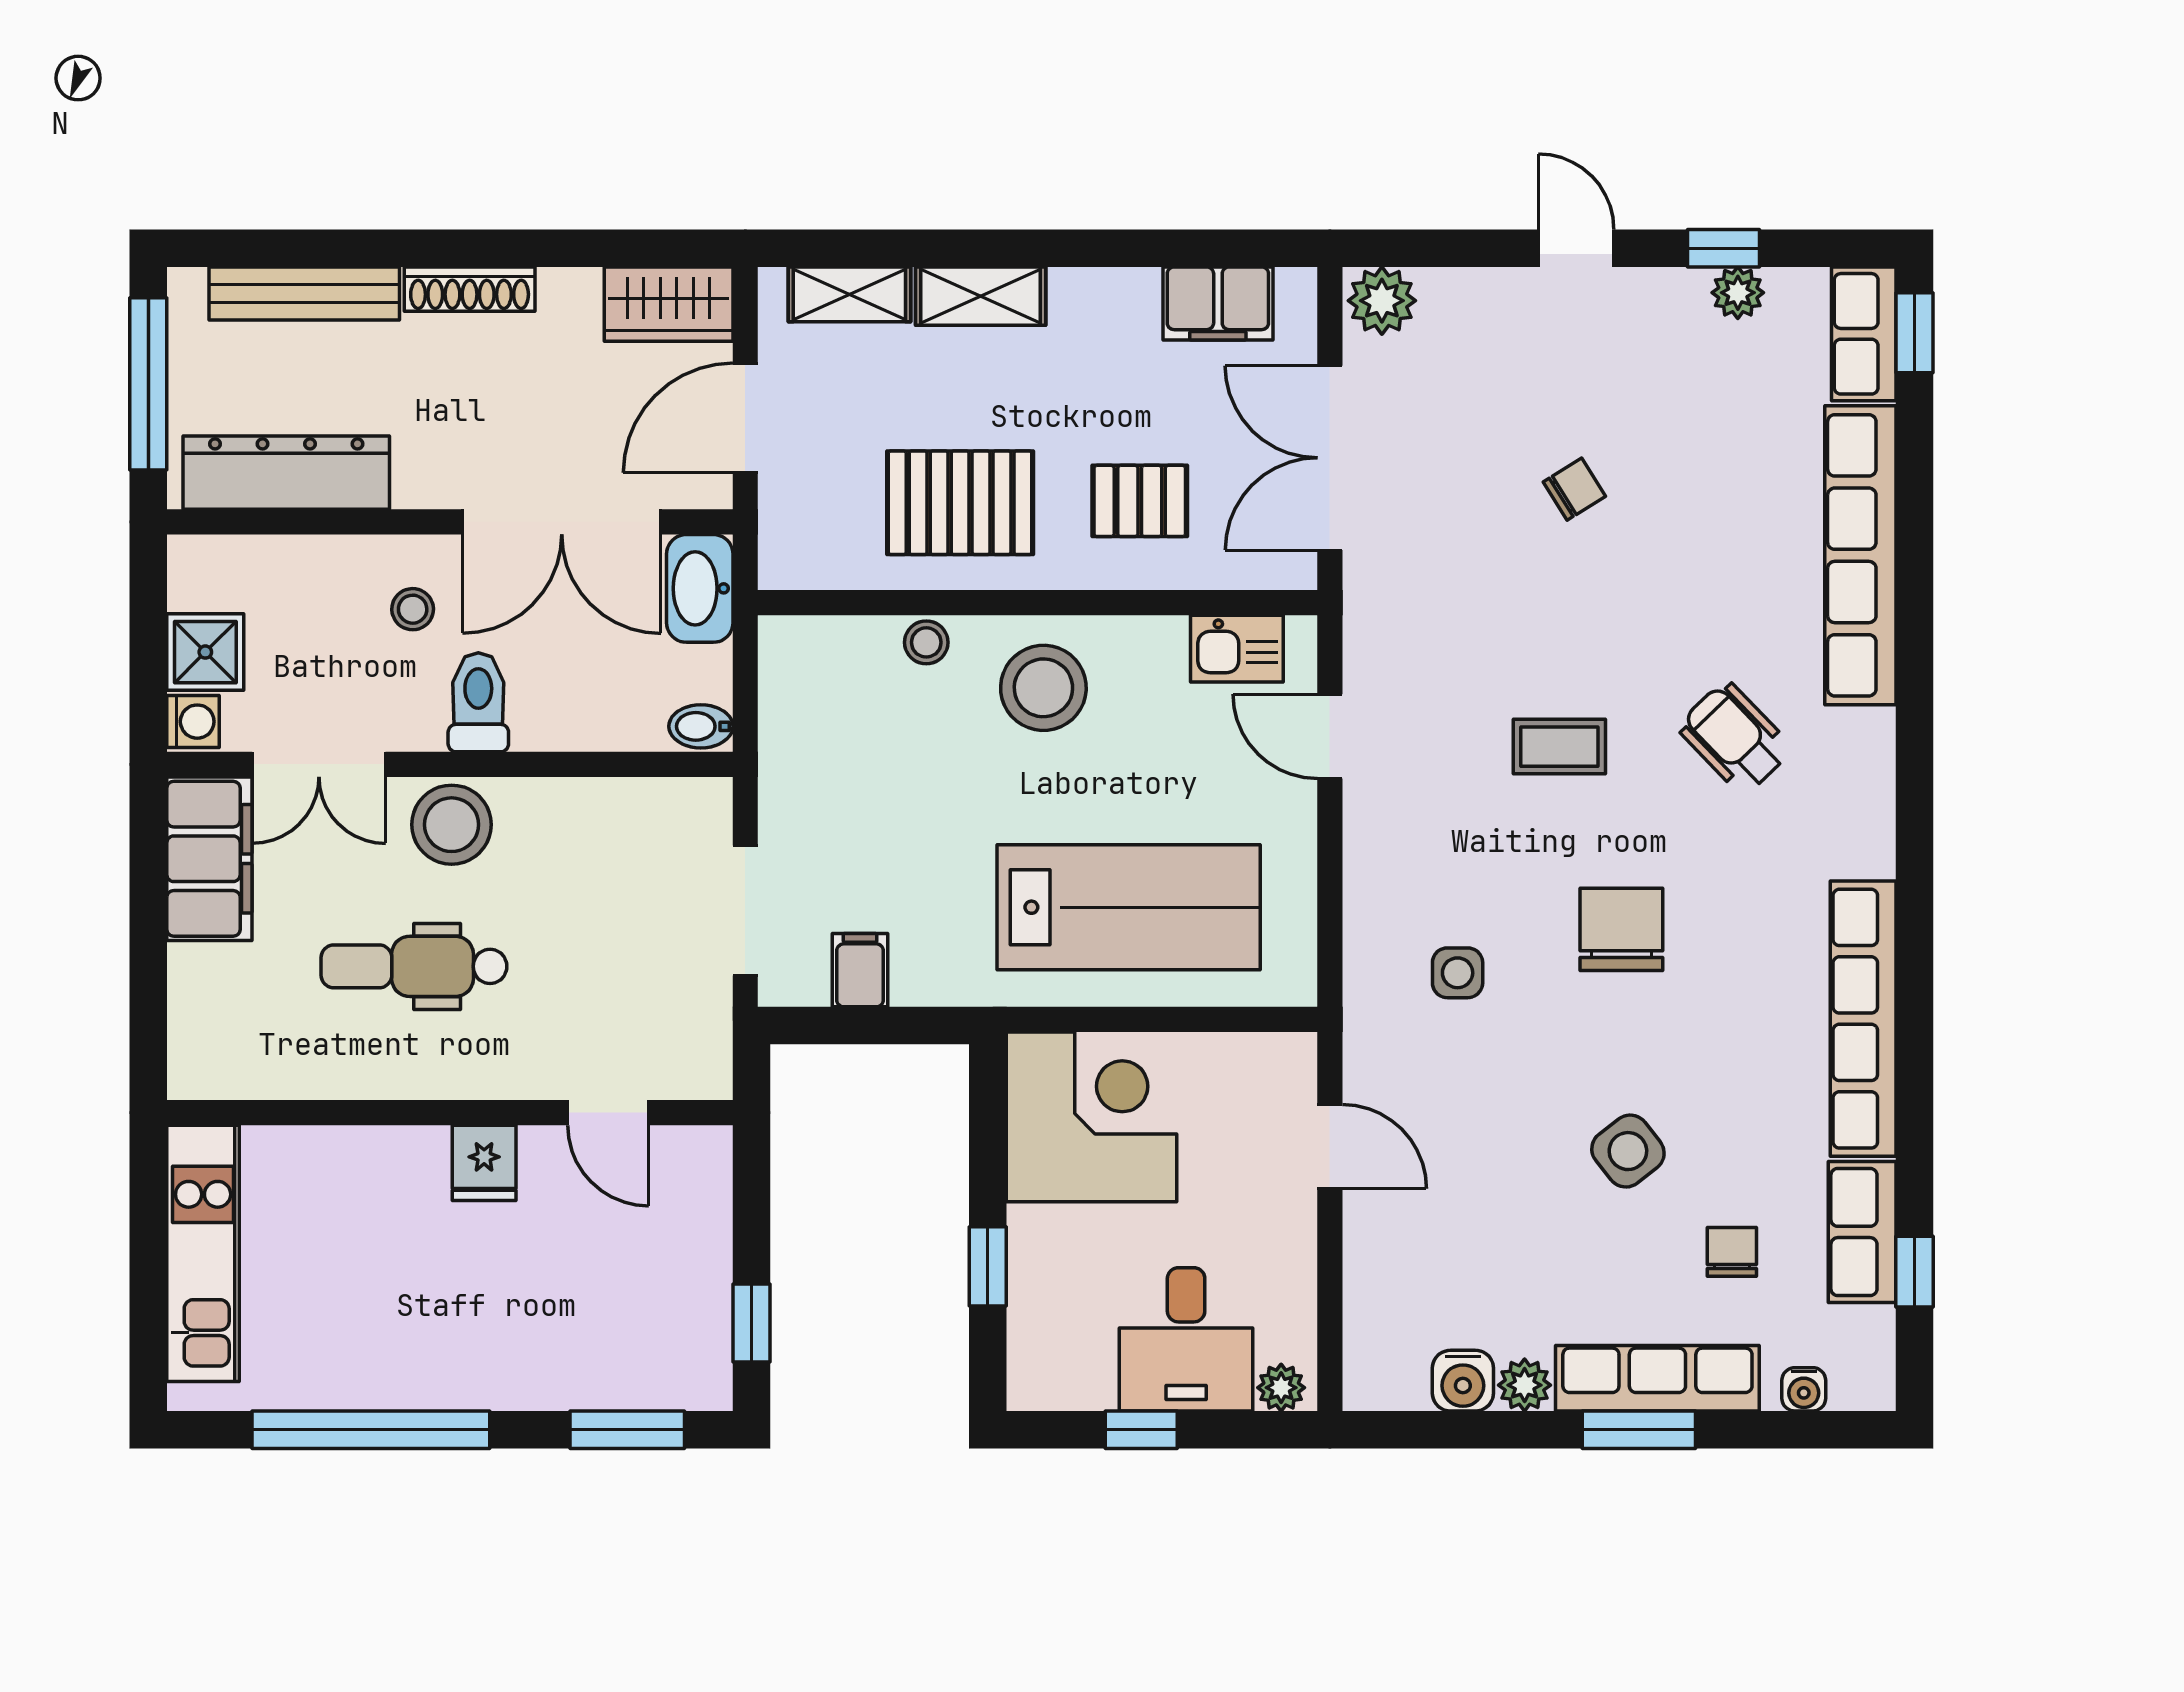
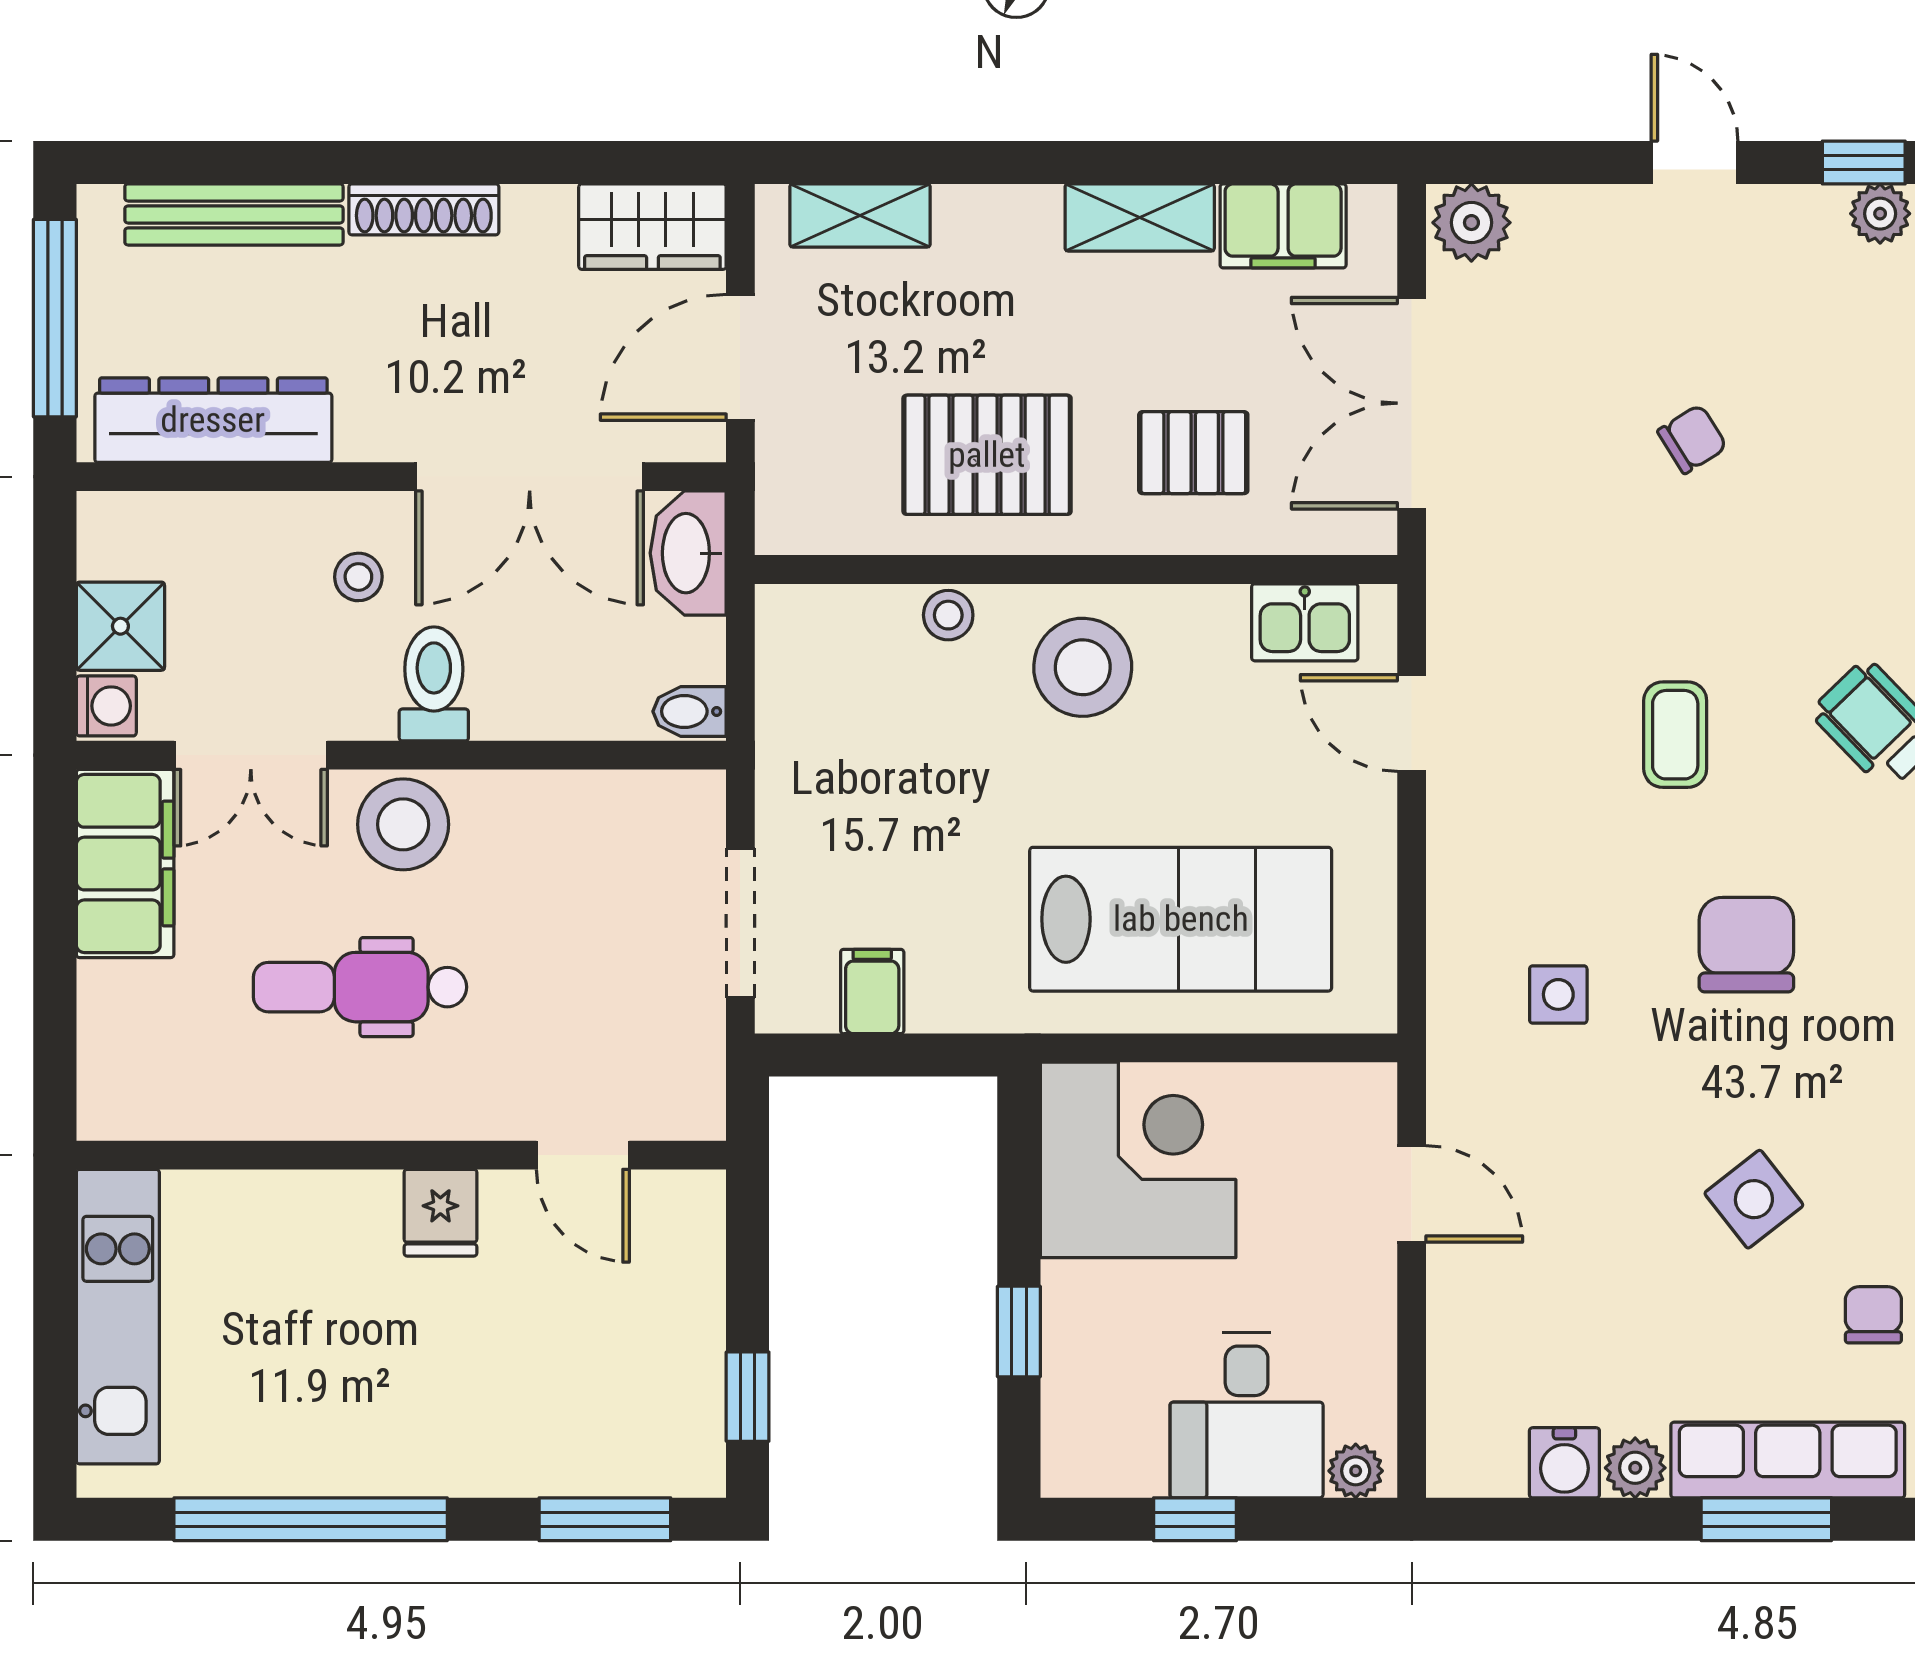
shelving: (981, 296) -> (1140, 217), moved
coffee table: (1559, 747) -> (1675, 735), turned 90

